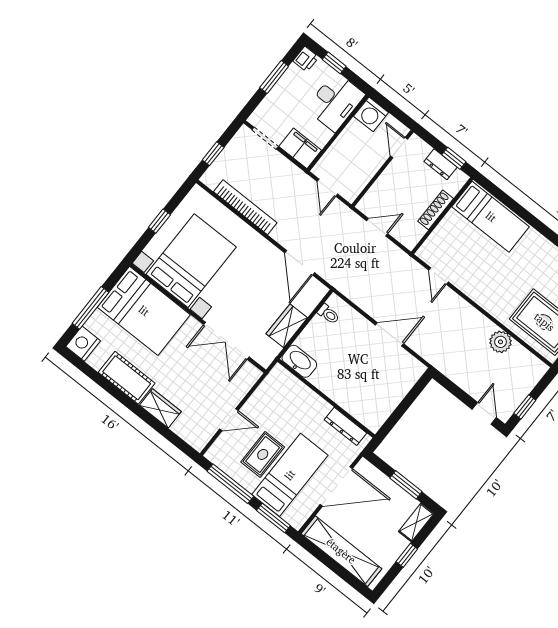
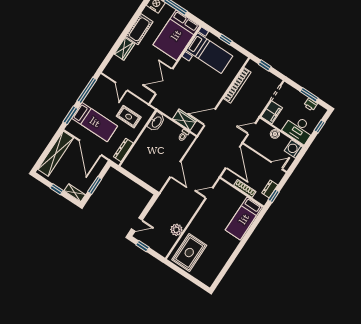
printer: (306, 59) -> (311, 105), moved
boiler: (340, 146) -> (275, 134), added
door: (377, 227) -> (233, 158), width x1.87
bed with nightstands: (191, 261) -> (209, 53), width x0.73
wardrobe: (287, 326) -> (185, 120), moved
rug: (263, 454) -> (129, 117), moved

